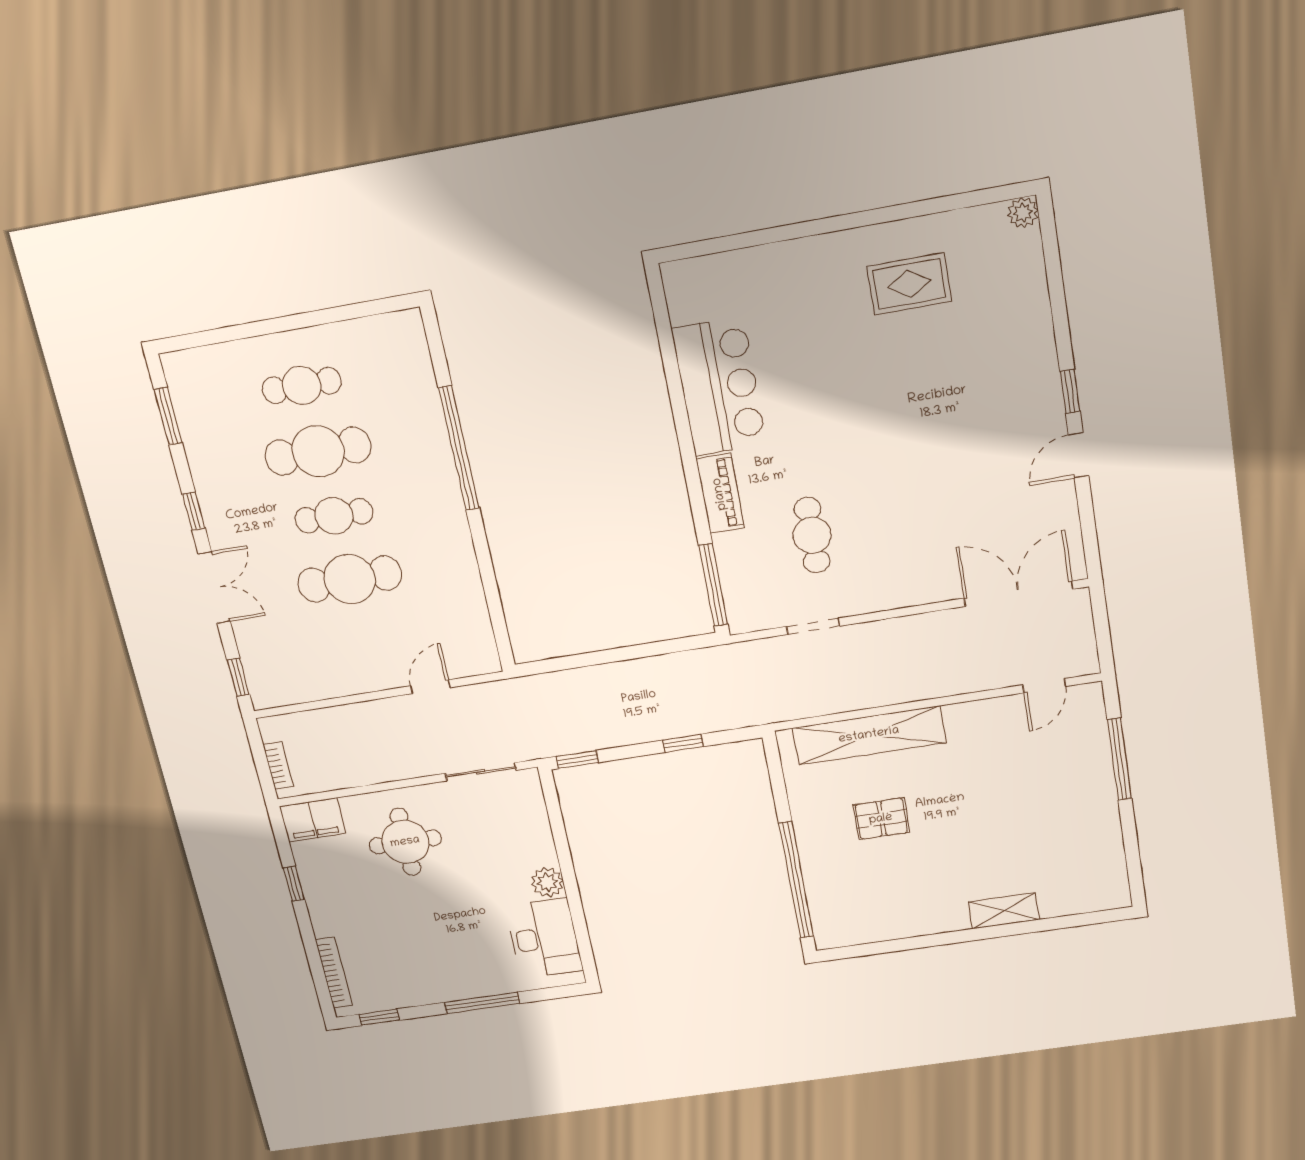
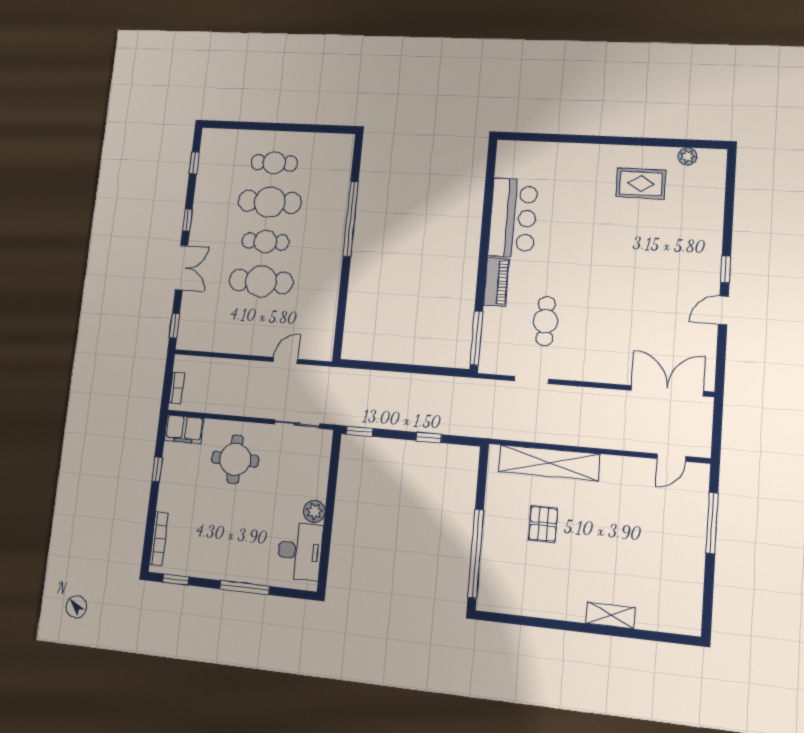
plant: (1023, 213) -> (687, 156), moved
window: (168, 416) -> (194, 163), width x0.67
pallet: (881, 819) -> (543, 524), turned 90

